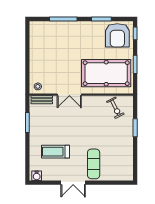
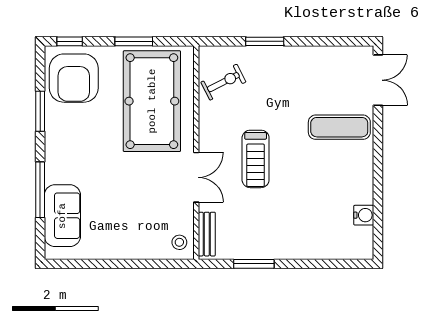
sofa: (51, 30) -> (62, 216), added
armchair: (117, 35) -> (74, 78), turned 90
treadmill: (56, 152) -> (256, 159), moved
water cooler: (37, 176) -> (364, 215), moved
double door: (73, 183) -> (378, 80), moved

